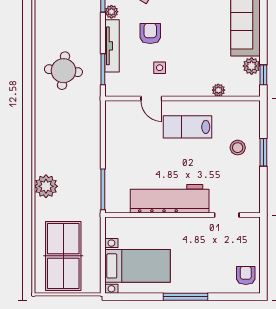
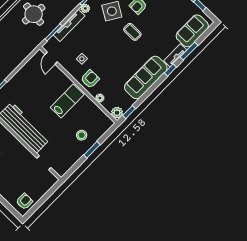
armchair: (150, 33) -> (90, 79), moved
plant: (252, 66) -> (117, 113), moved
door: (151, 99) -> (51, 58), moved
lab bench: (187, 127) -> (67, 101), turned 90

